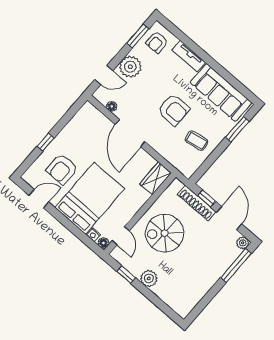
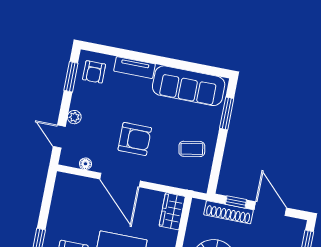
plant: (130, 67) -> (74, 117), width x0.53, depth x0.53
door: (104, 75) -> (59, 137), swing flipped
armchair: (174, 110) -> (135, 139), moved
plant: (243, 243) -> (299, 226), removed

